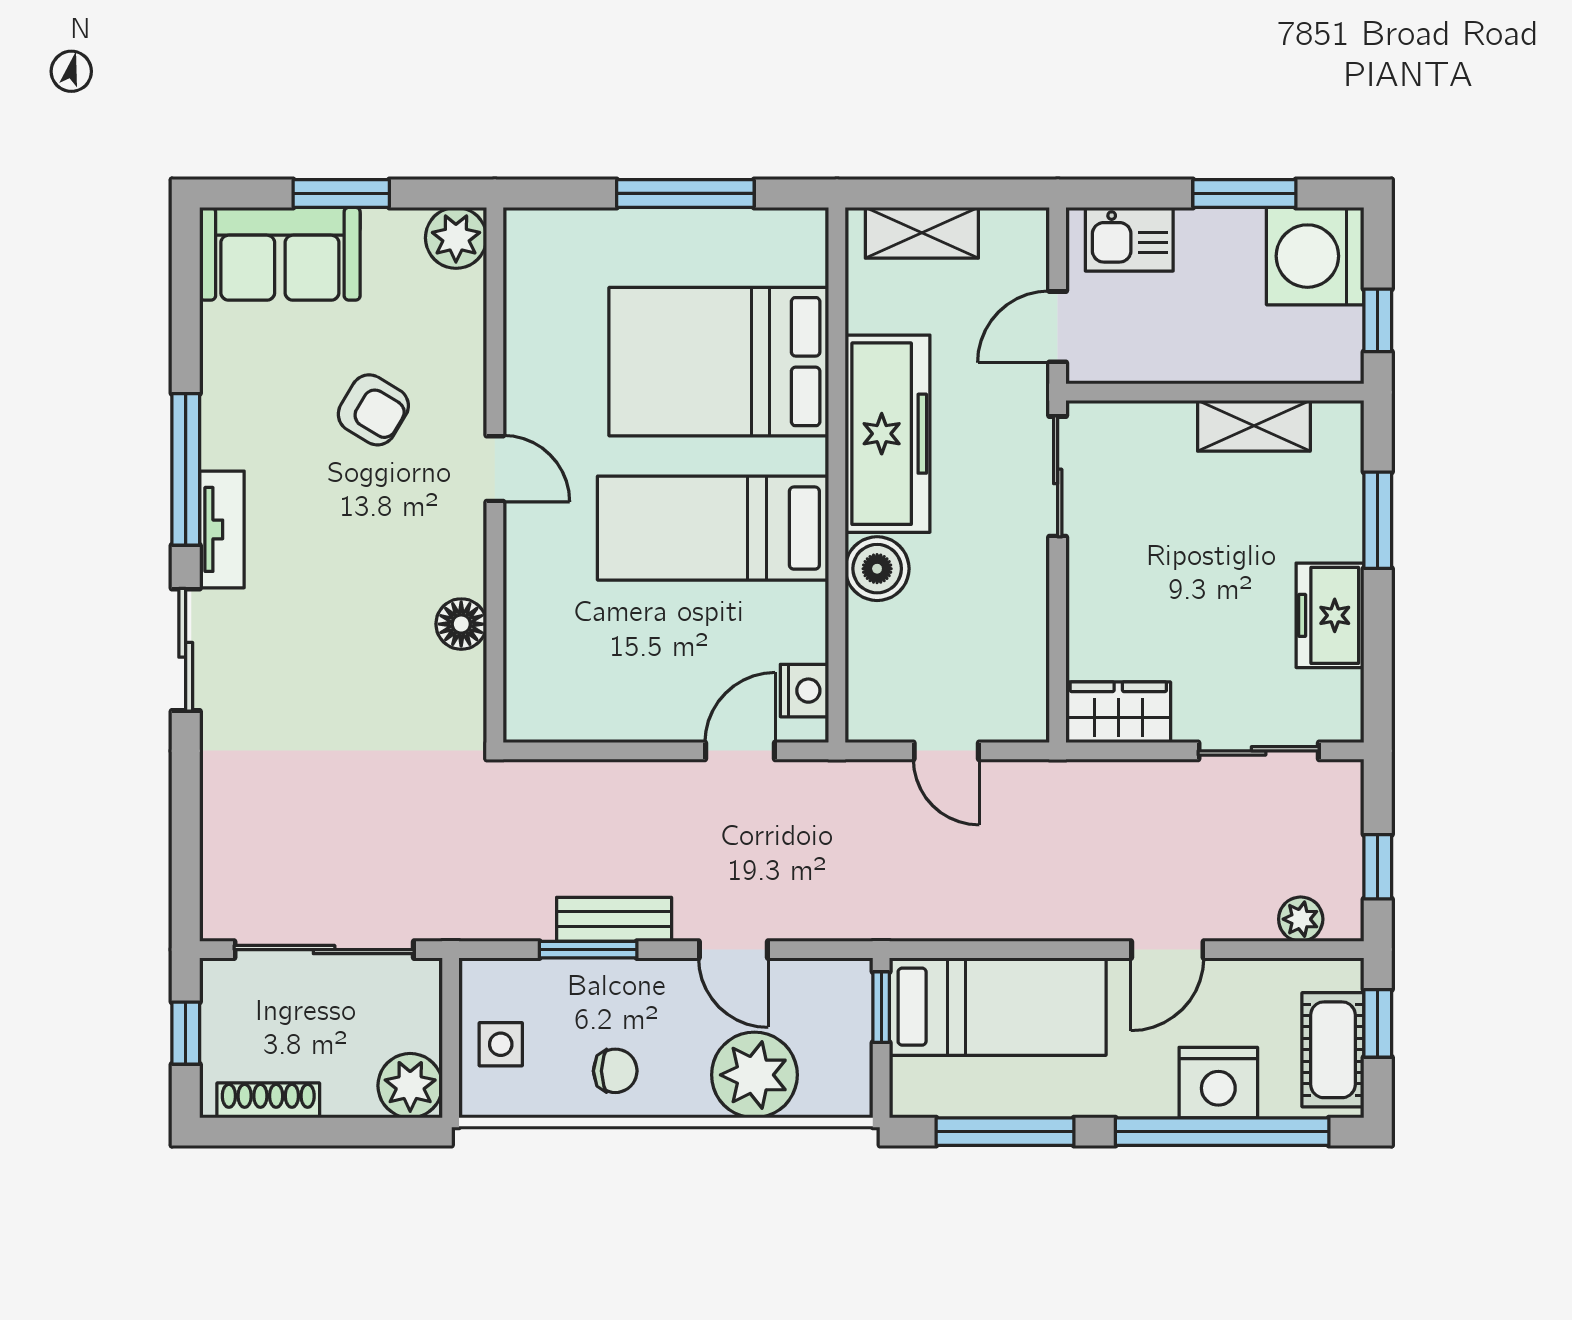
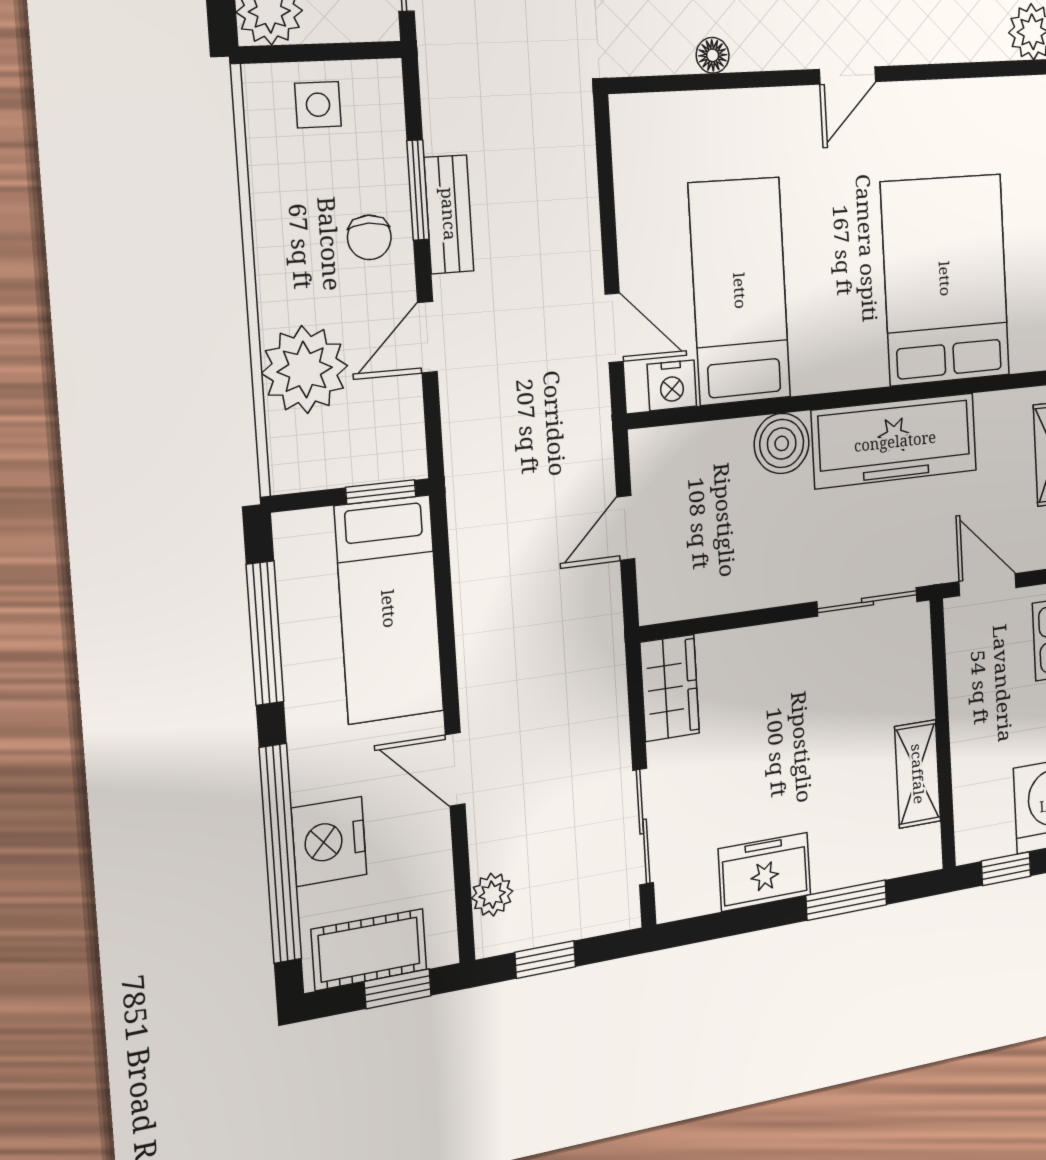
bed: (713, 528) -> (740, 291), moved
floor lamp: (461, 624) -> (713, 55), width x0.73, depth x0.73
chair: (615, 1071) -> (369, 237), moved

